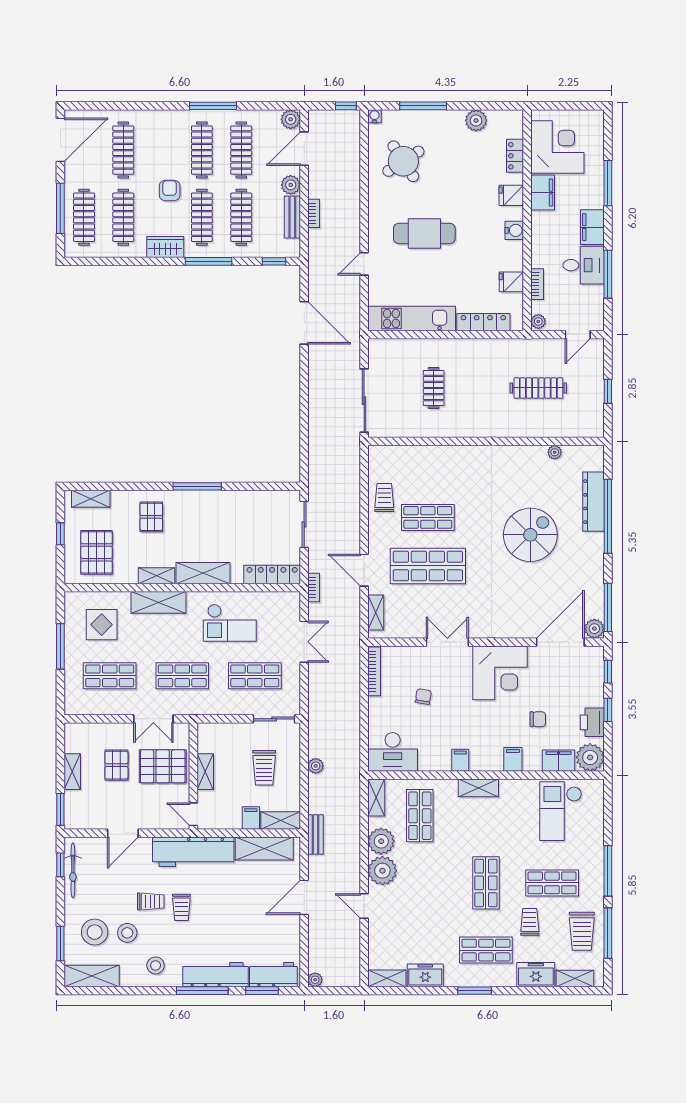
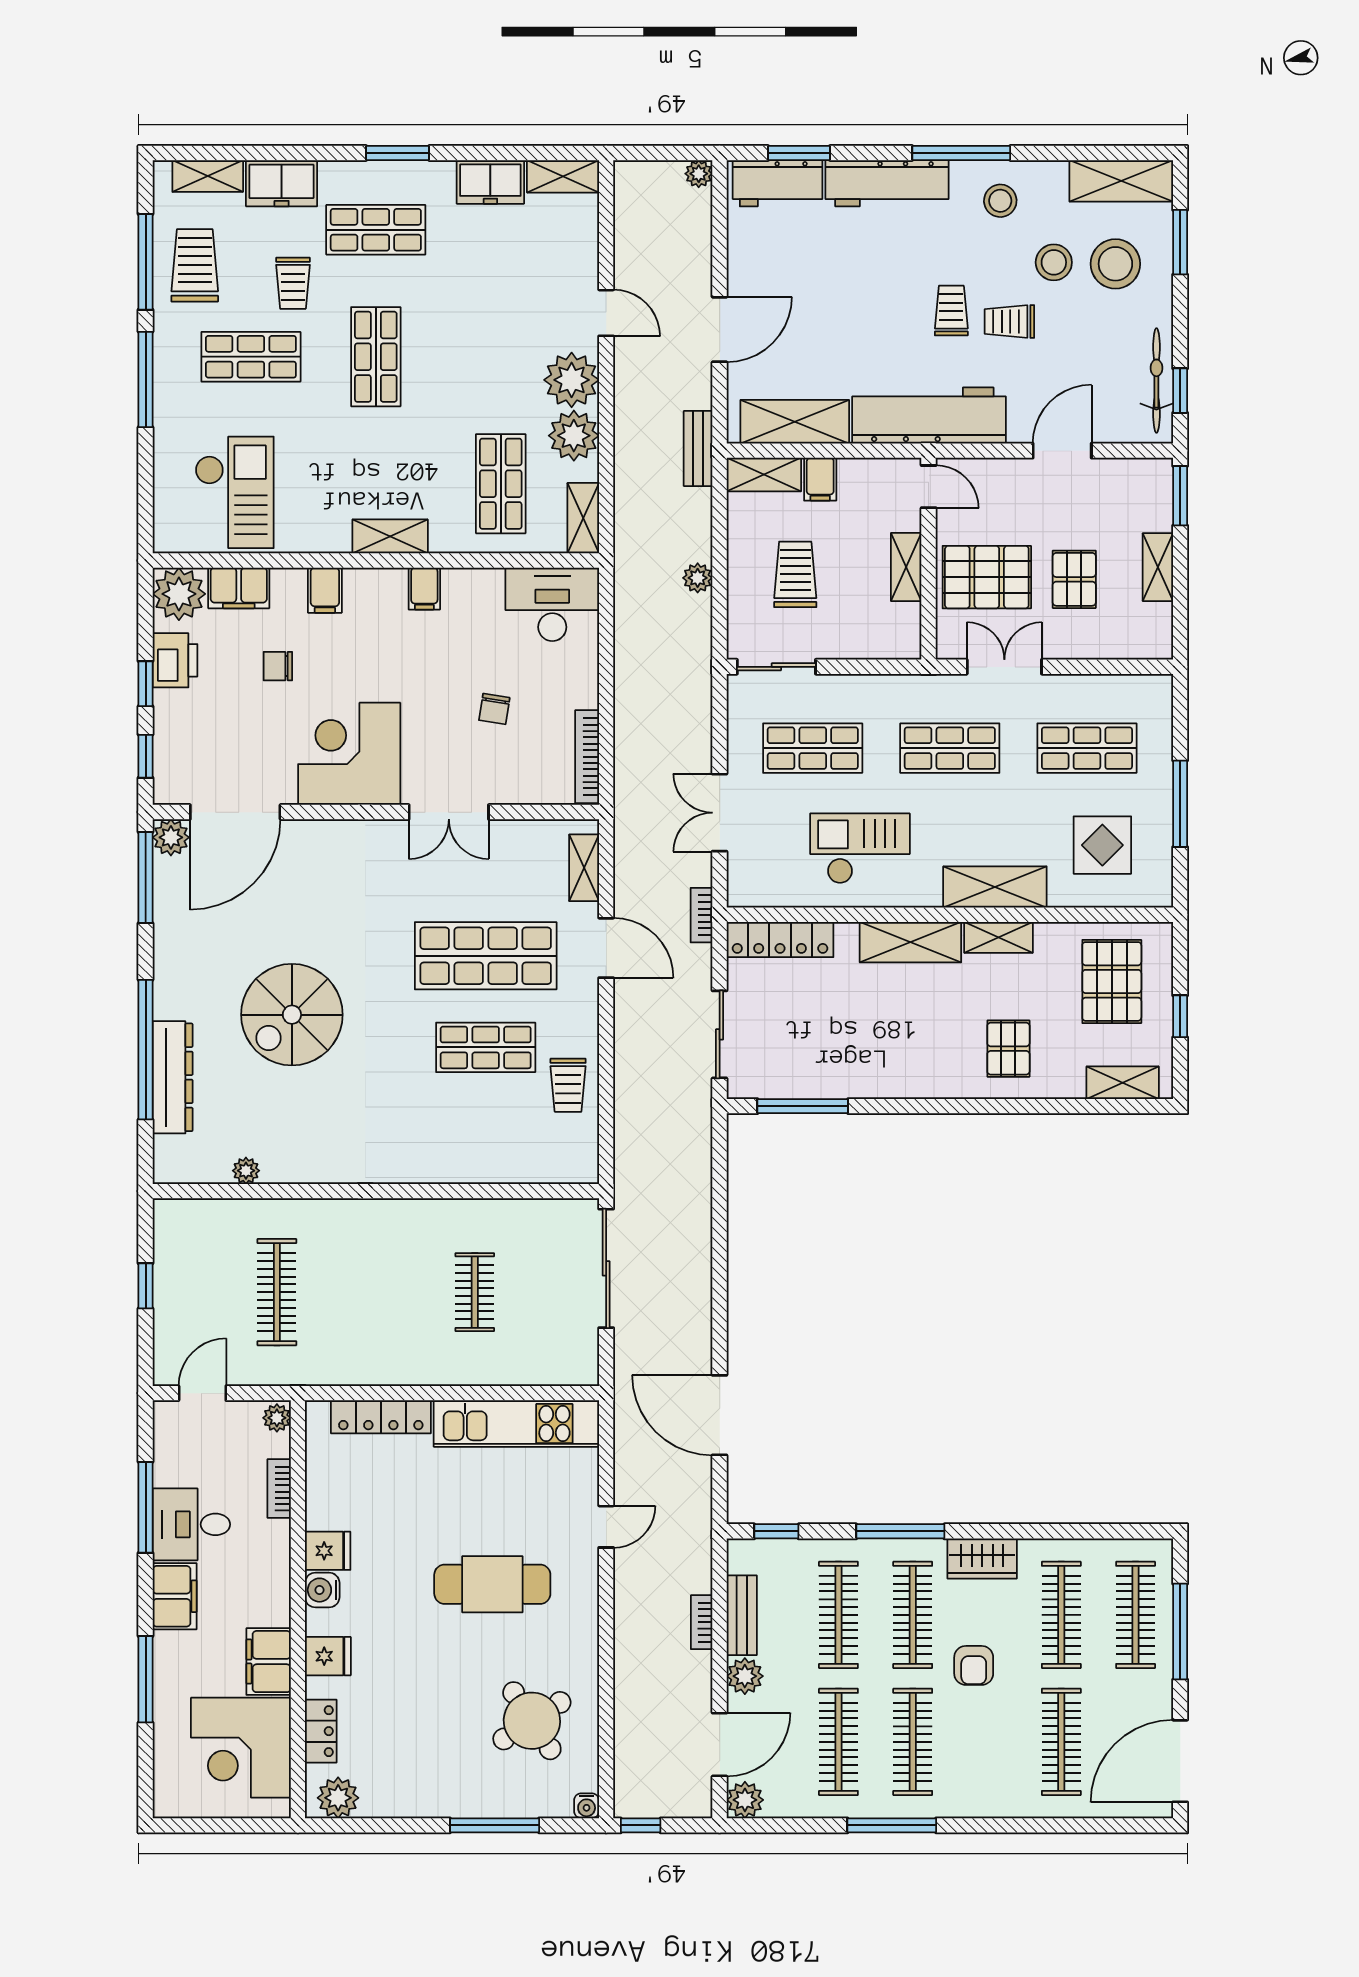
plant: (476, 120) -> (338, 1798), moved
fridge: (511, 282) -> (328, 1551), moved
clothes rail: (538, 388) -> (277, 1292), turned 90
window: (197, 486) -> (803, 1106), moved
window: (202, 991) -> (961, 153), moved

